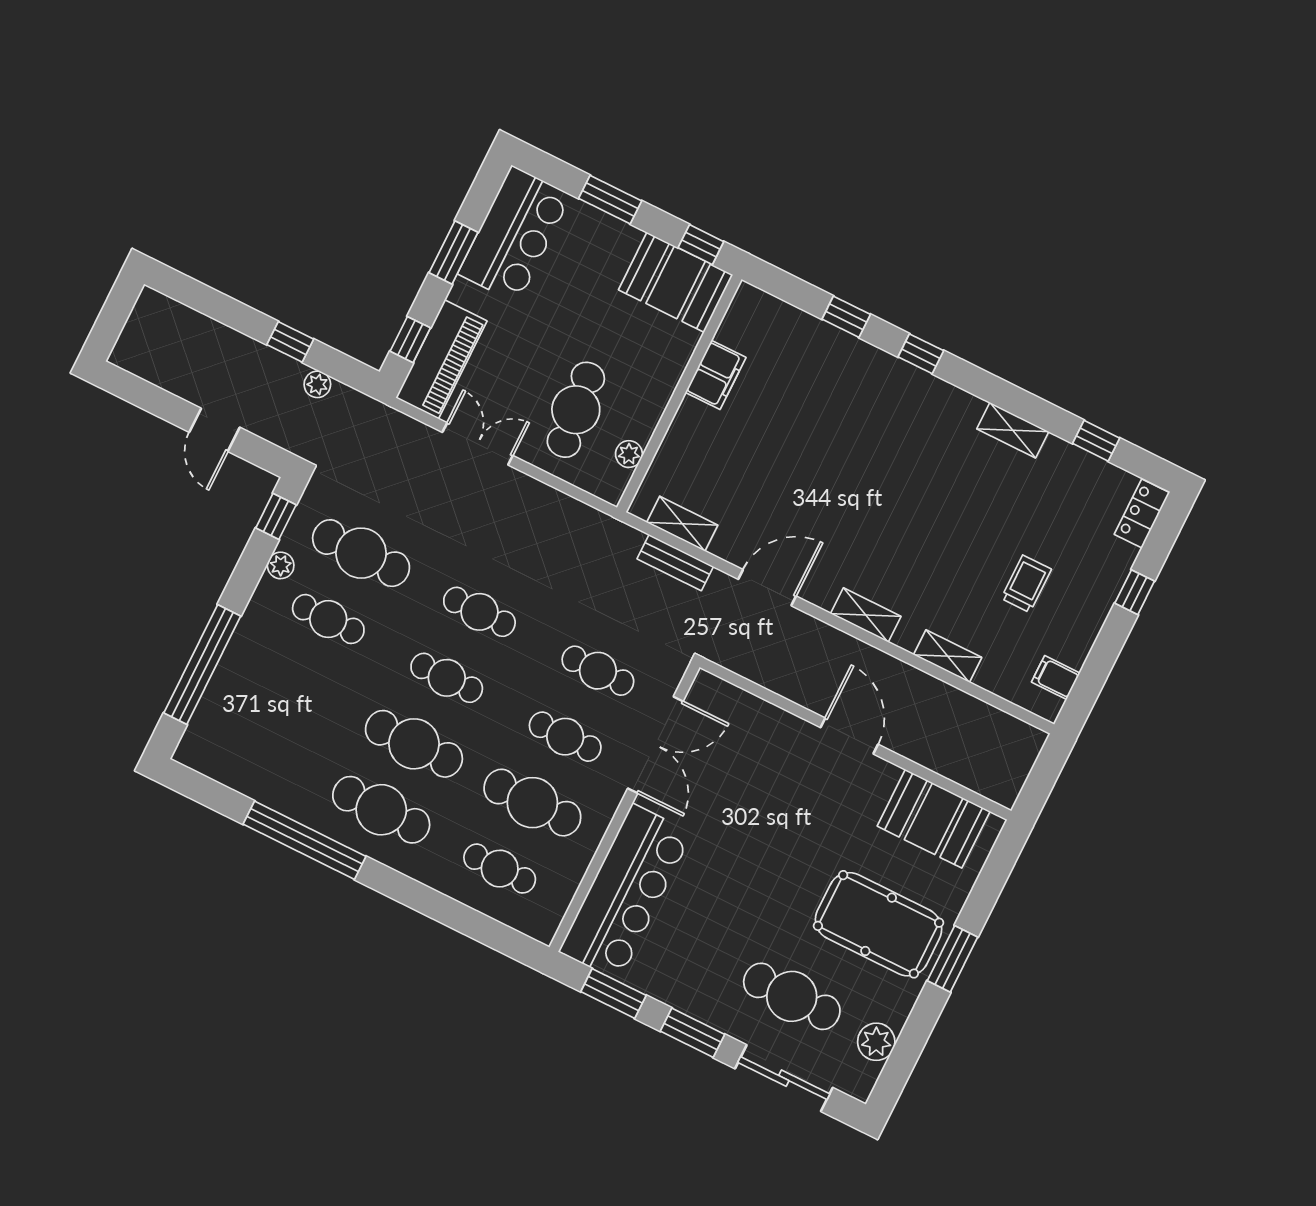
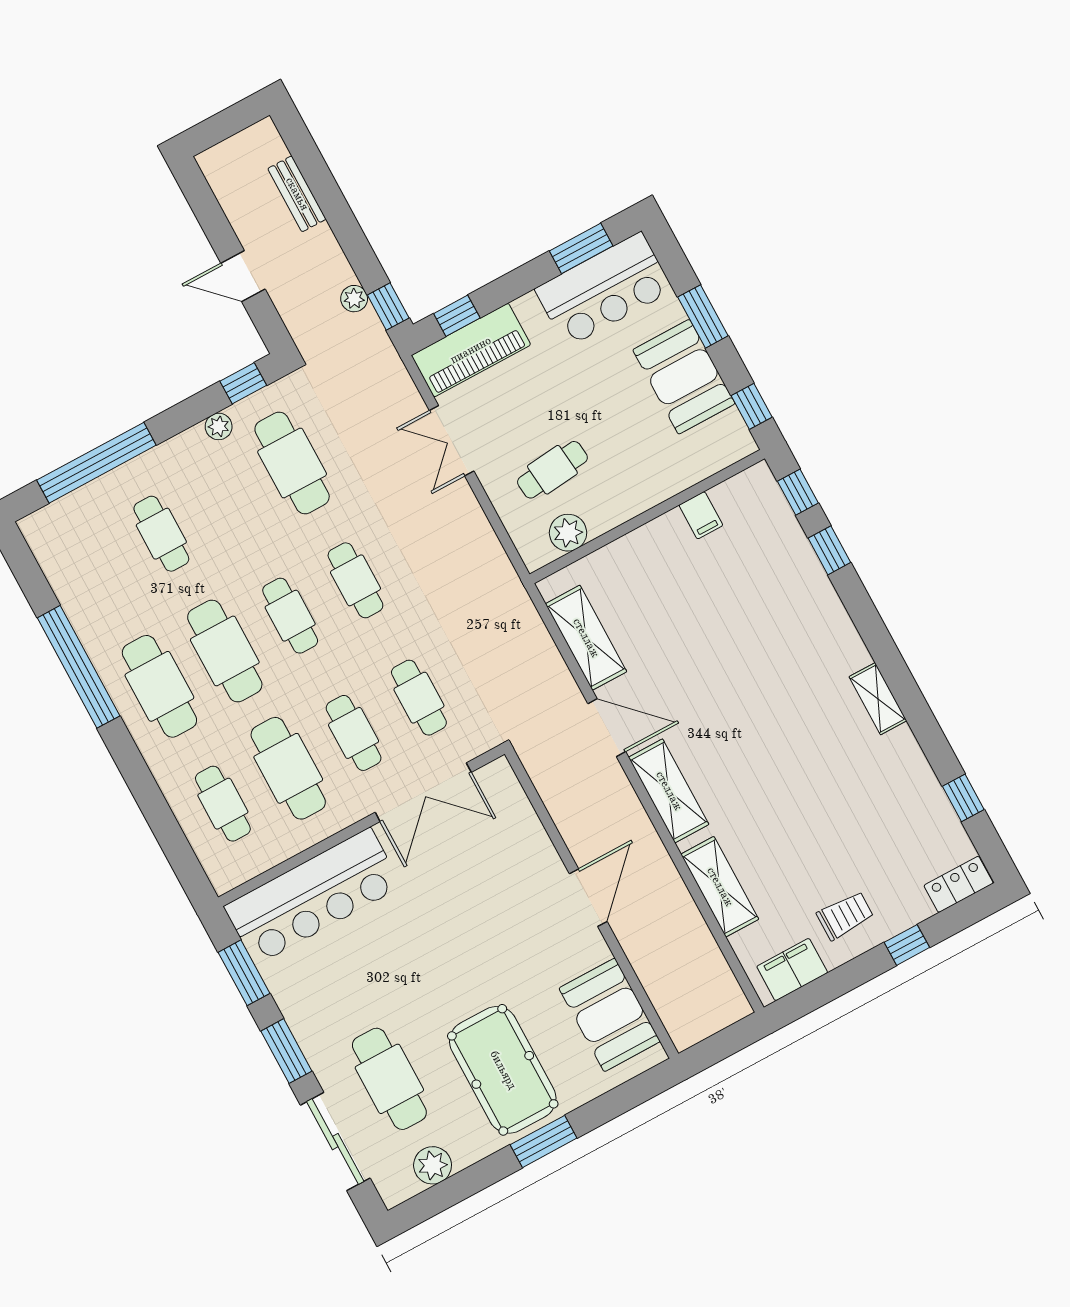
window: (453, 253) -> (581, 248), moved
booth: (676, 282) -> (684, 377), moved
window: (290, 342) -> (388, 306), moved
window: (921, 354) -> (798, 492), moved
filing cabinet: (716, 375) -> (701, 515), width x0.50
cafe table: (576, 410) -> (552, 470), width x0.73, depth x0.74
door: (214, 430) -> (243, 276), hinge flipped
shelving: (1013, 430) -> (878, 699), moved
double door: (478, 444) -> (452, 441), swing flipped
plant: (629, 454) -> (568, 533), width x1.38, depth x1.38
shelving: (682, 524) -> (586, 638), width x1.50, depth x1.33
bench: (675, 563) -> (297, 194), moved
trolley: (1026, 584) -> (845, 916), moved
shelving: (866, 615) -> (669, 791), width x1.50, depth x1.33
cafe table: (328, 619) -> (161, 534), moved
shelving: (948, 656) -> (720, 887), width x1.50, depth x1.33
filing cabinet: (1056, 678) -> (792, 970), width x2.00

